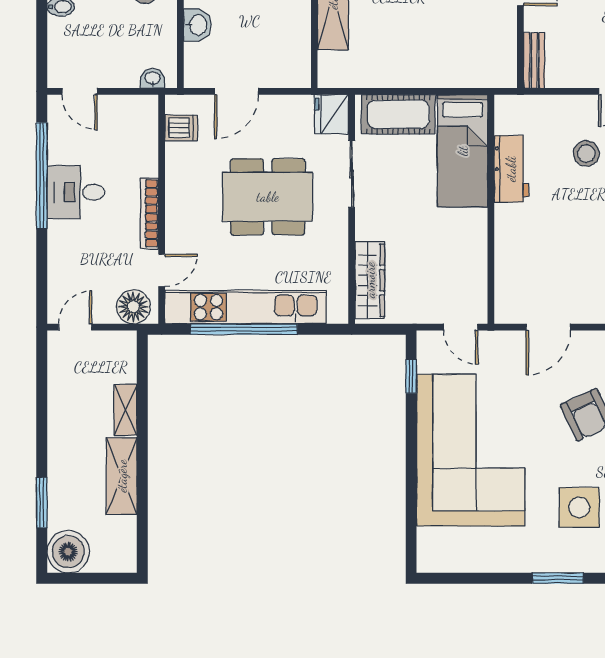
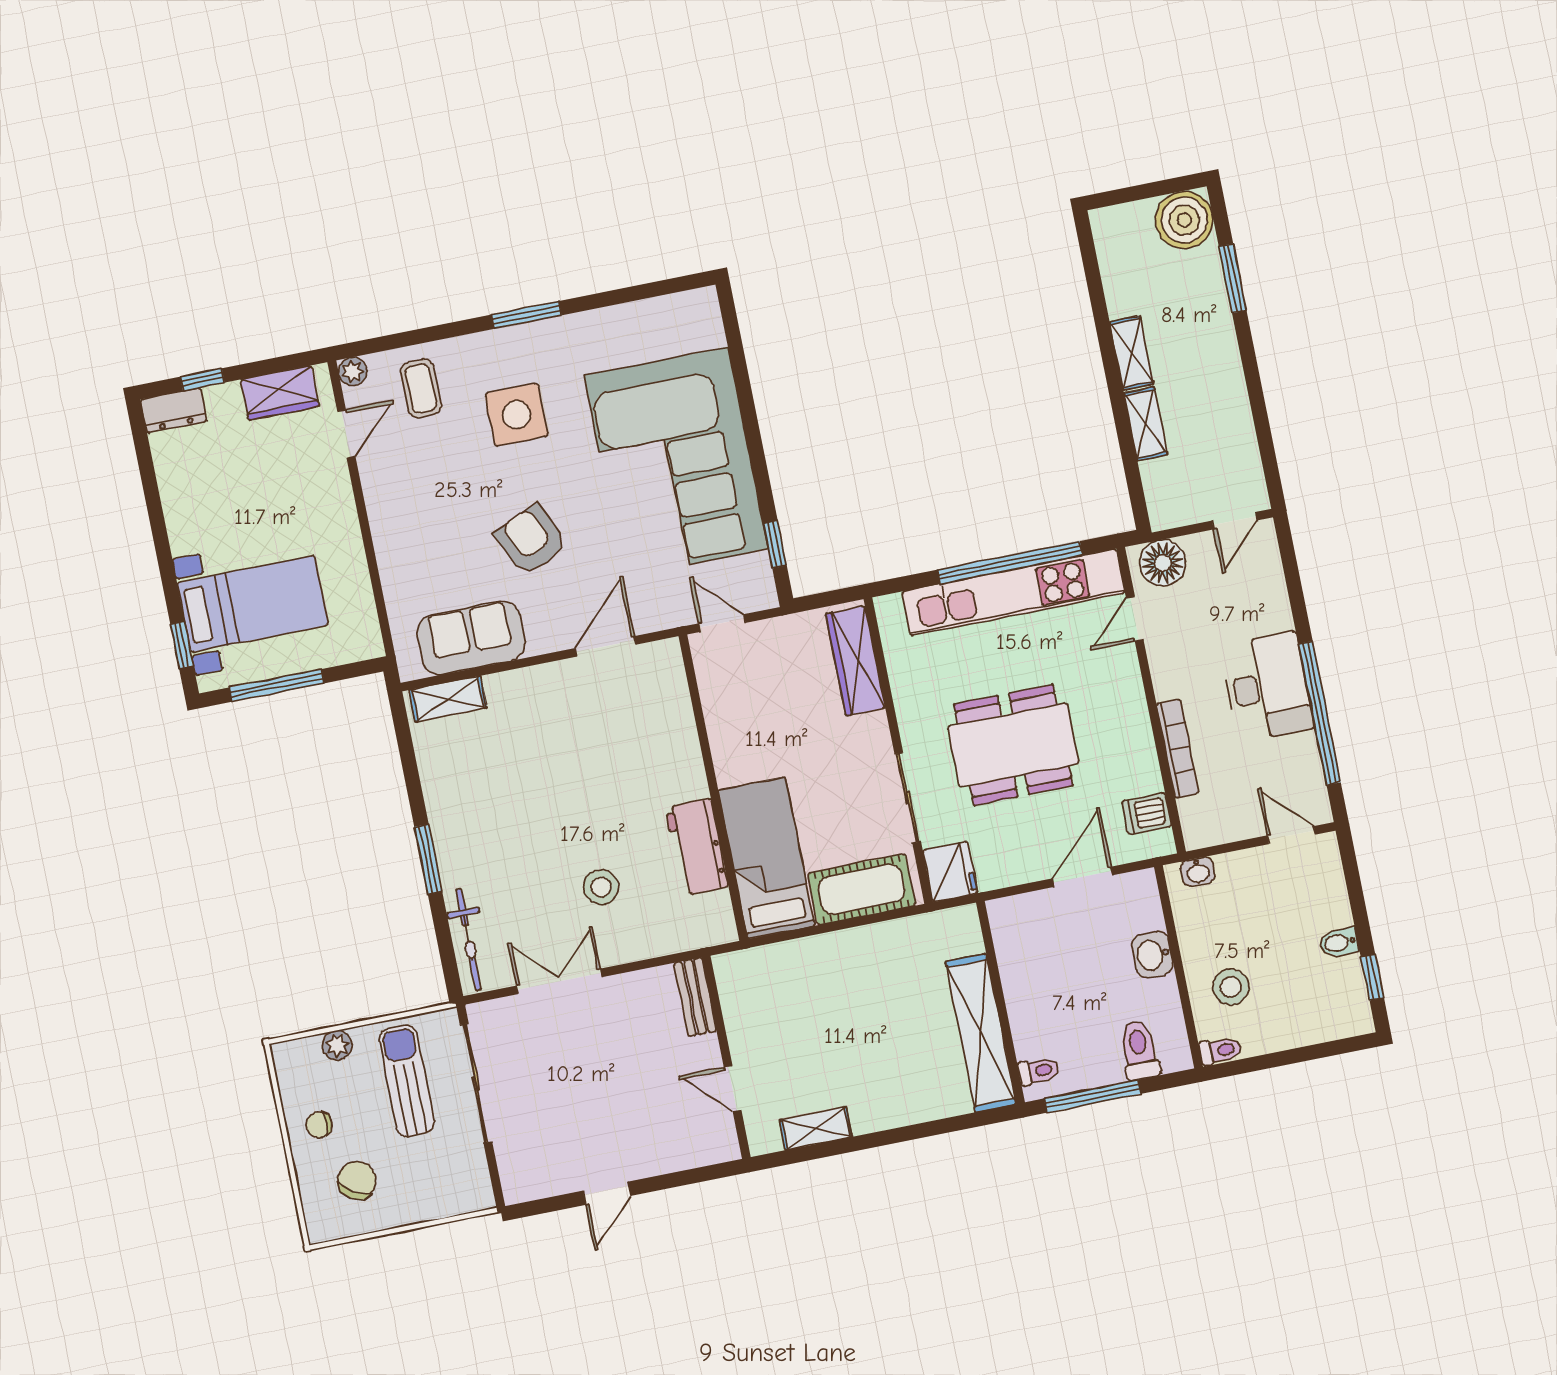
desk: (76, 192) -> (1267, 687), width x1.37
bookcase: (149, 213) -> (1178, 749), moved
shelving: (122, 476) -> (1132, 353), width x0.67, depth x0.75

